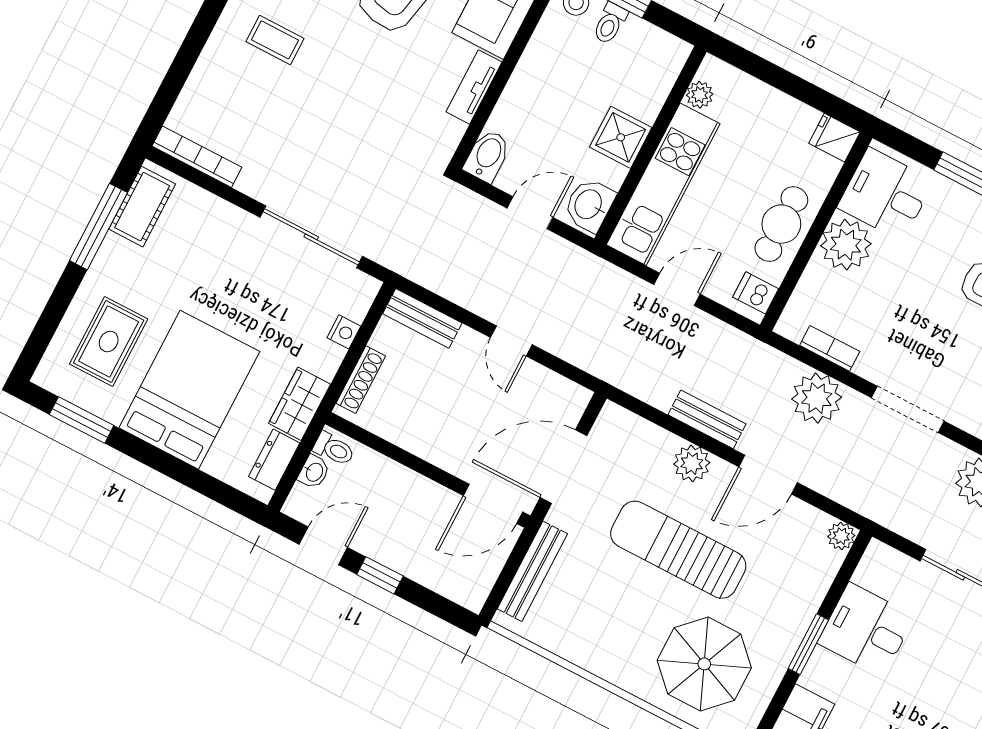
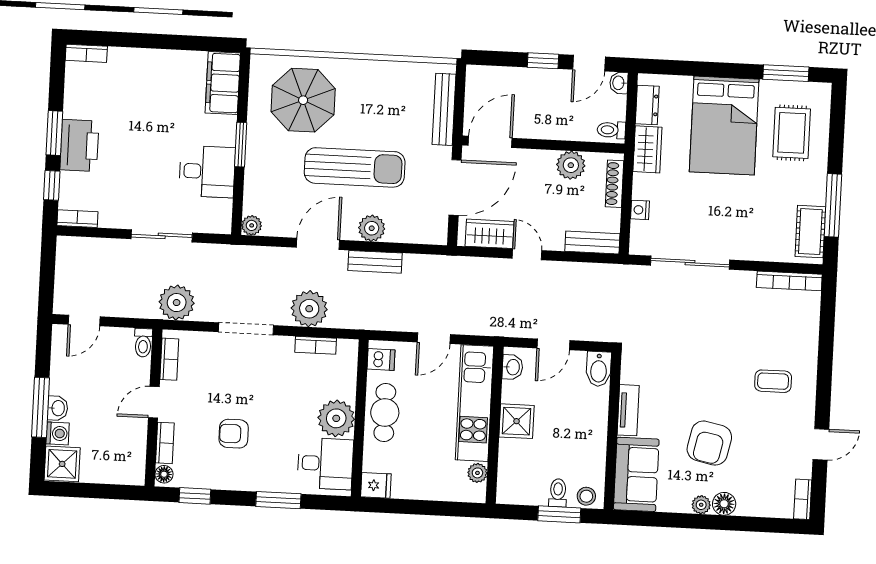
washbasin: (589, 205) -> (512, 367), width x0.72, depth x0.69
wardrobe: (547, 389) -> (489, 234), added
plant: (405, 428) -> (571, 165), added
washbasin: (314, 472) -> (619, 83), moved

